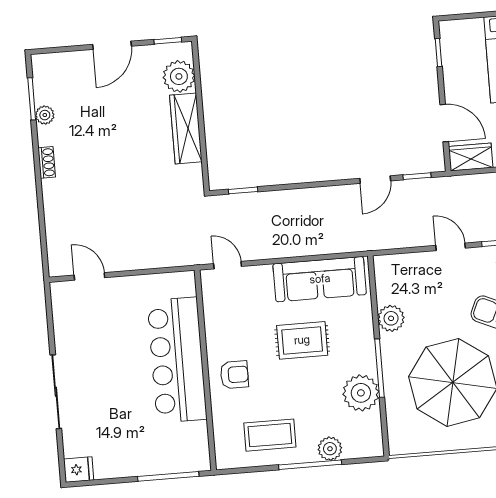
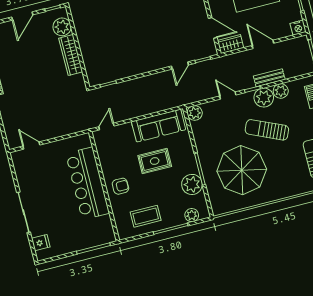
door: (228, 265) -> (106, 126), hinge flipped
plant: (391, 318) -> (195, 113), moved
plant: (330, 449) -> (192, 215), moved
fridge: (79, 470) -> (41, 243), moved

